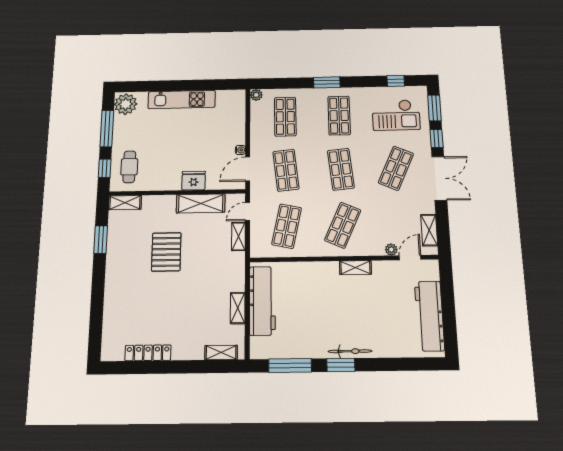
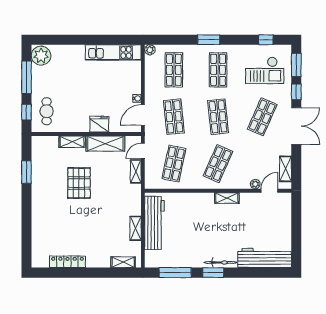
kitchen unit: (182, 99) -> (113, 53), moved
shelving: (125, 203) -> (72, 142), moved
workbench: (429, 316) -> (265, 258), moved, turned 90

